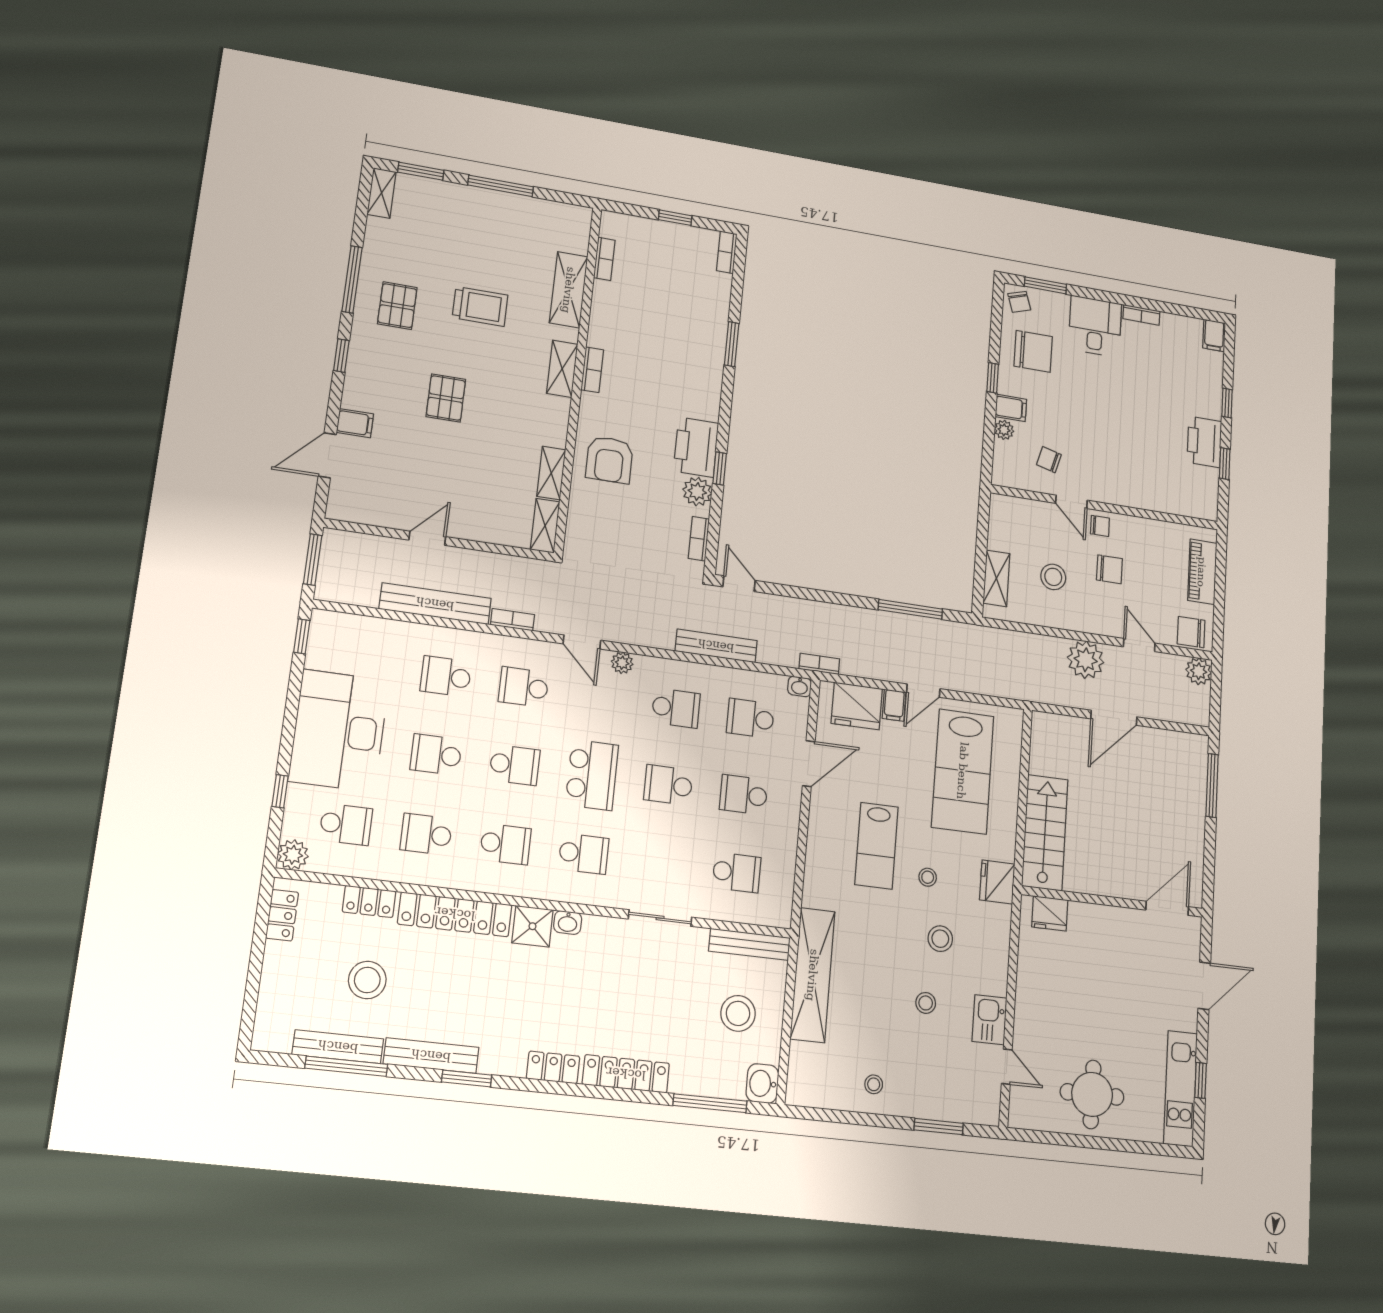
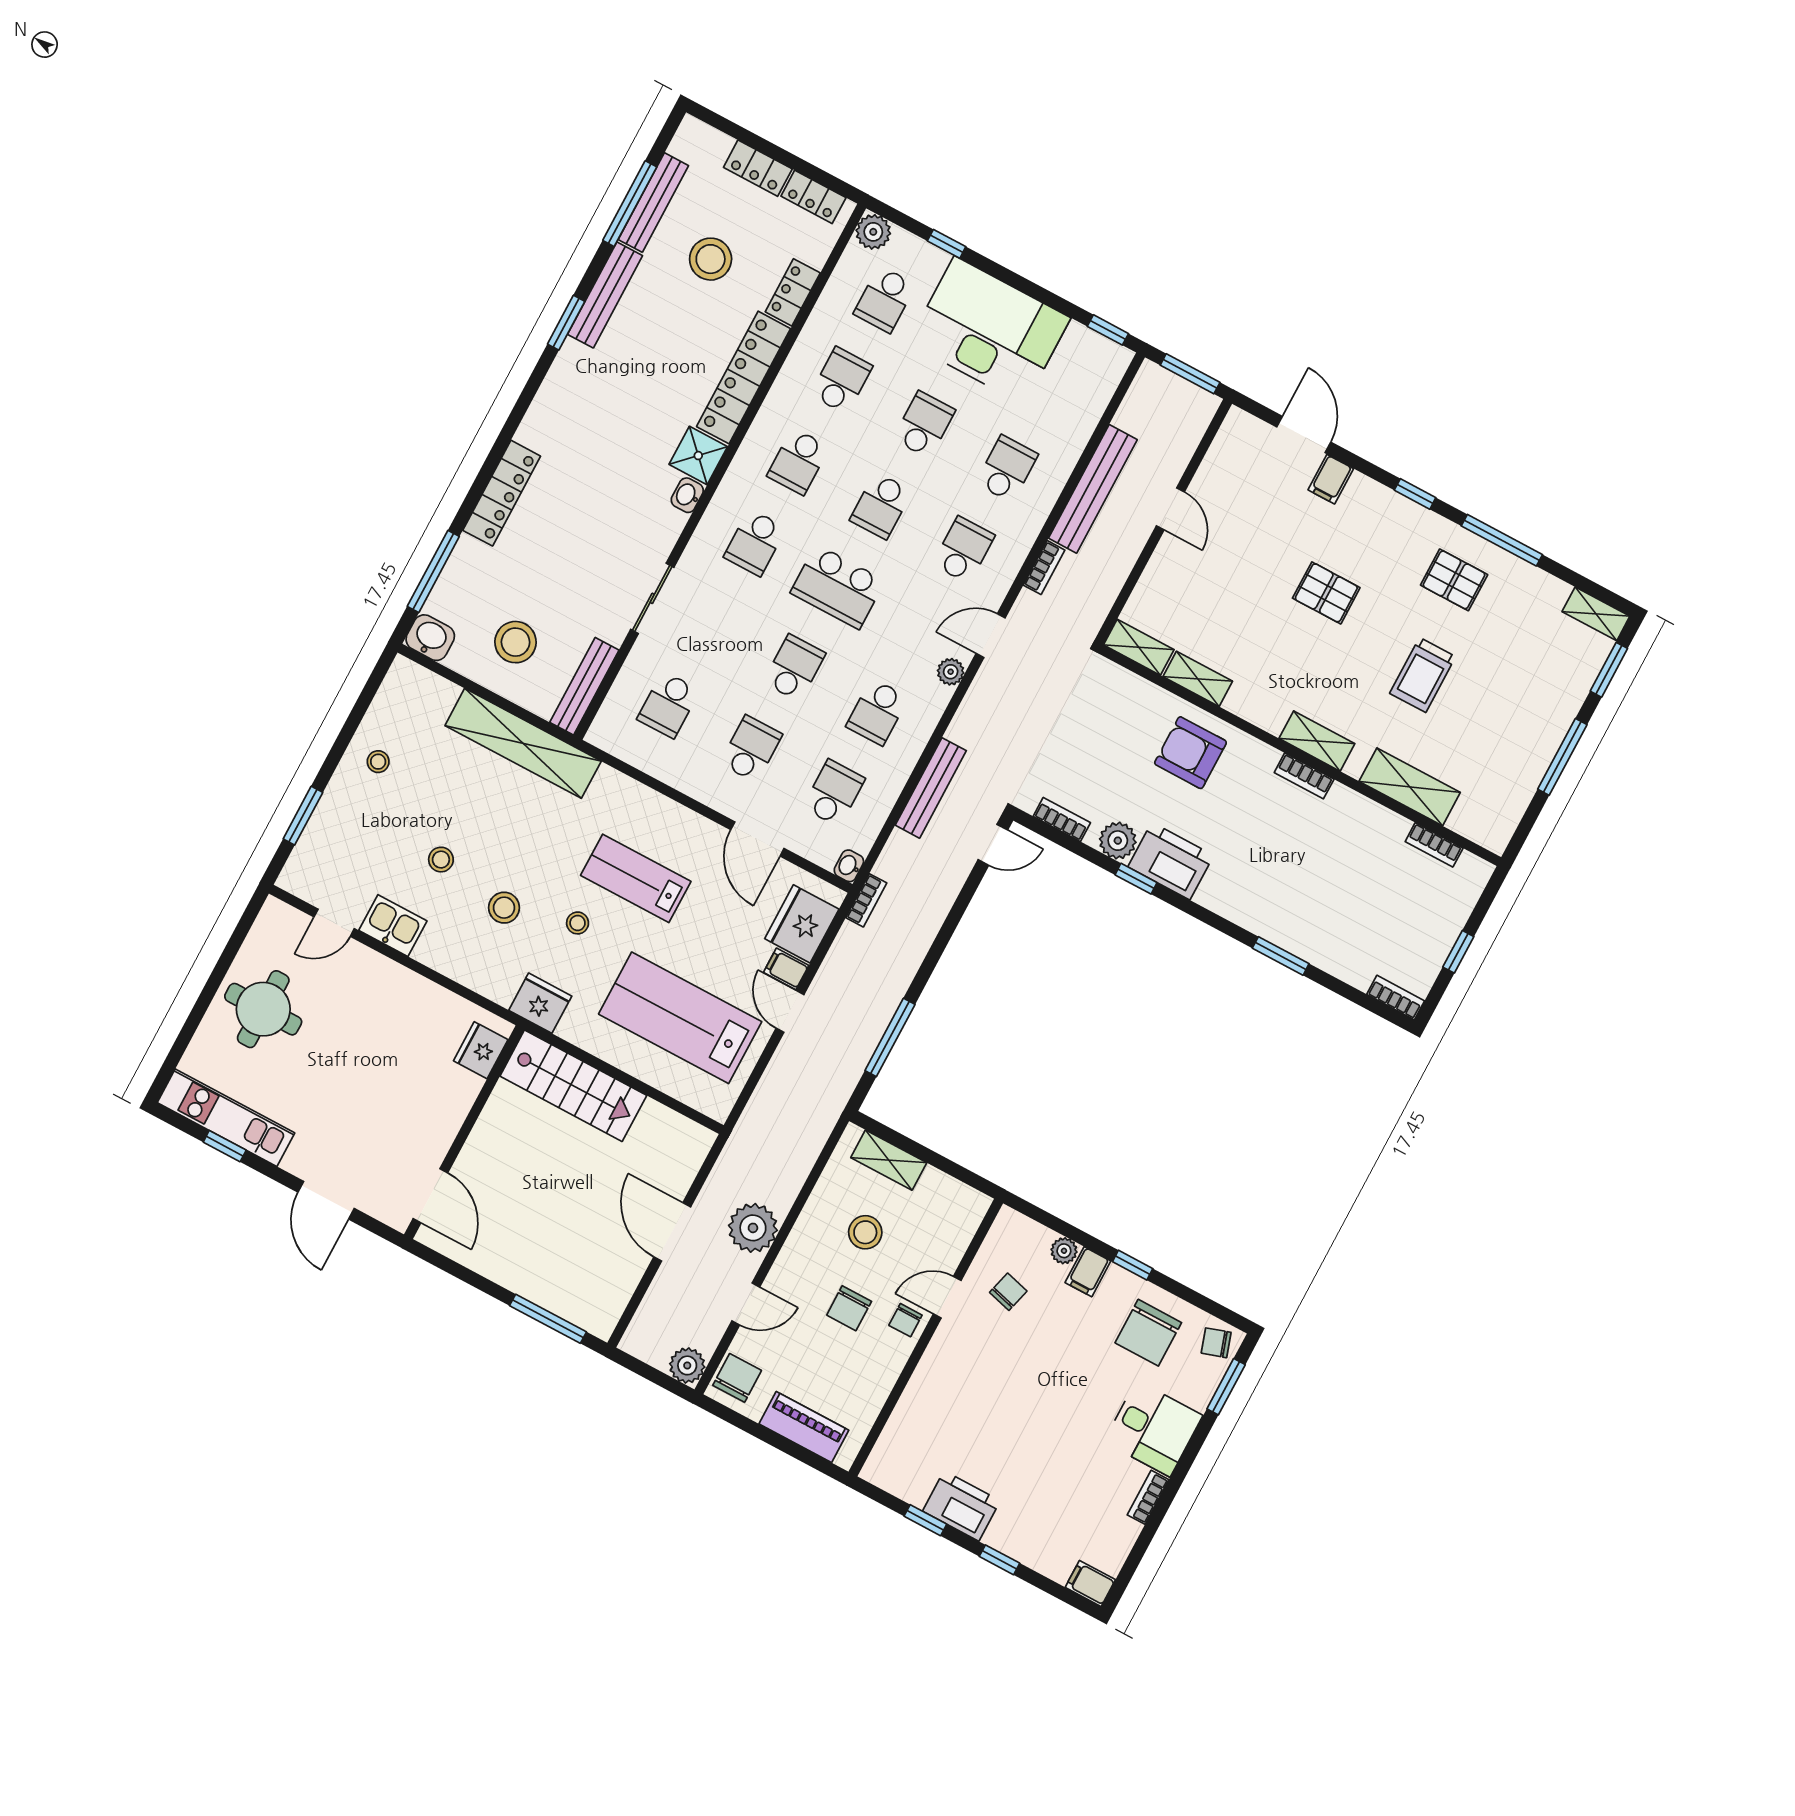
locker: (553, 1067) -> (758, 168), moved, turned 90

